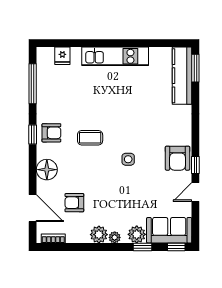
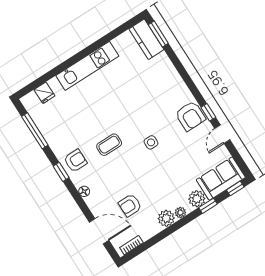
kitchen counter: (182, 76) -> (146, 39), width x0.67
floor lamp: (47, 170) -> (84, 191), width x0.53, depth x0.53

